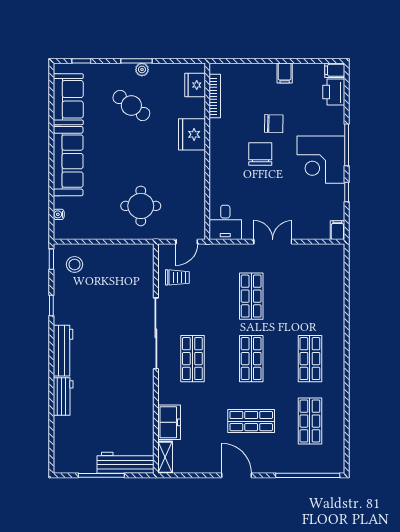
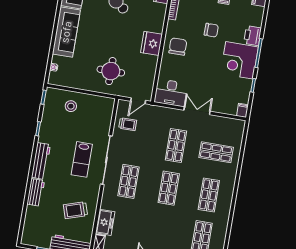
printer: (334, 92) -> (253, 36), moved
fridge: (192, 134) -> (151, 43), moved
chair: (260, 154) -> (178, 47), moved
desk: (225, 222) -> (171, 93), width x1.37
stool: (75, 264) -> (71, 106), moved
lab bench: (121, 338) -> (82, 159), added
trolley: (124, 412) -> (75, 210), added
shop shelf: (251, 421) -> (216, 152), moved

